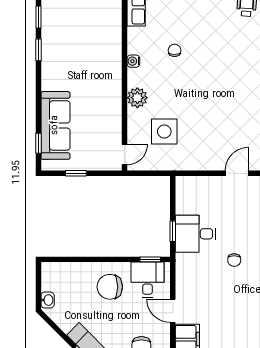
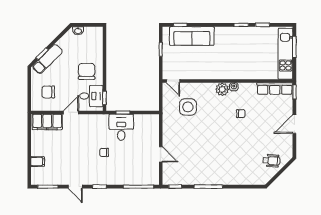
plant: (137, 98) -> (222, 89), moved

